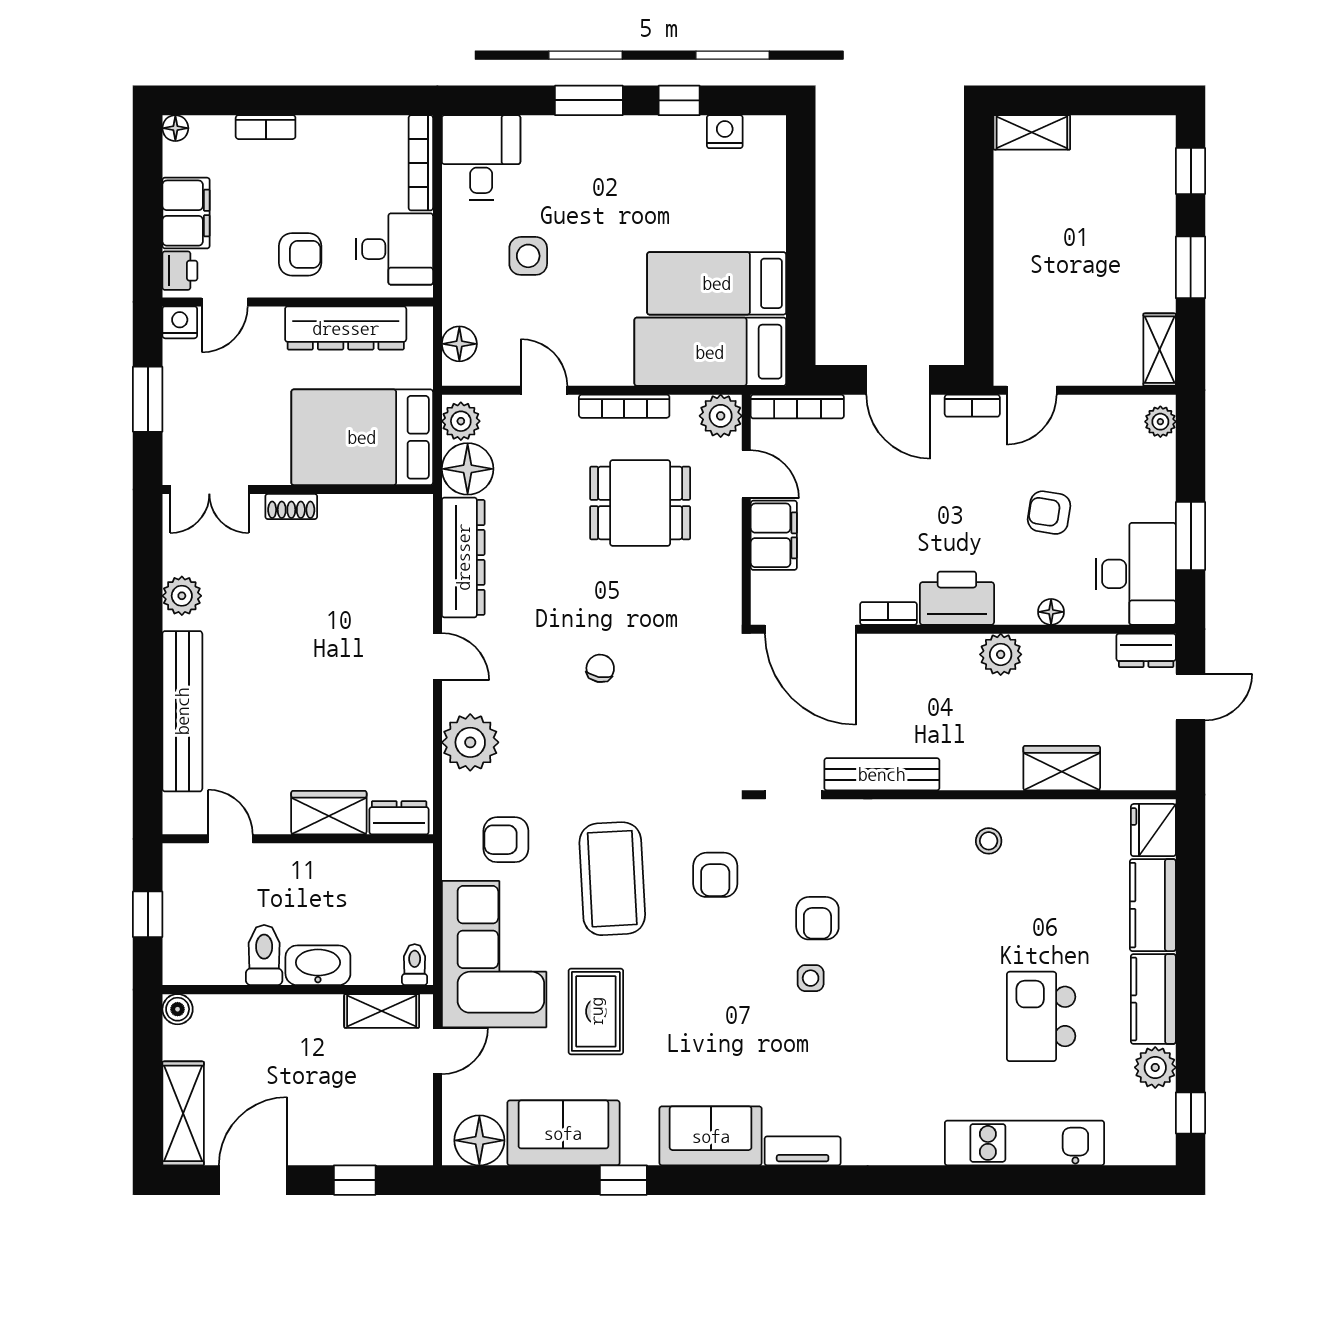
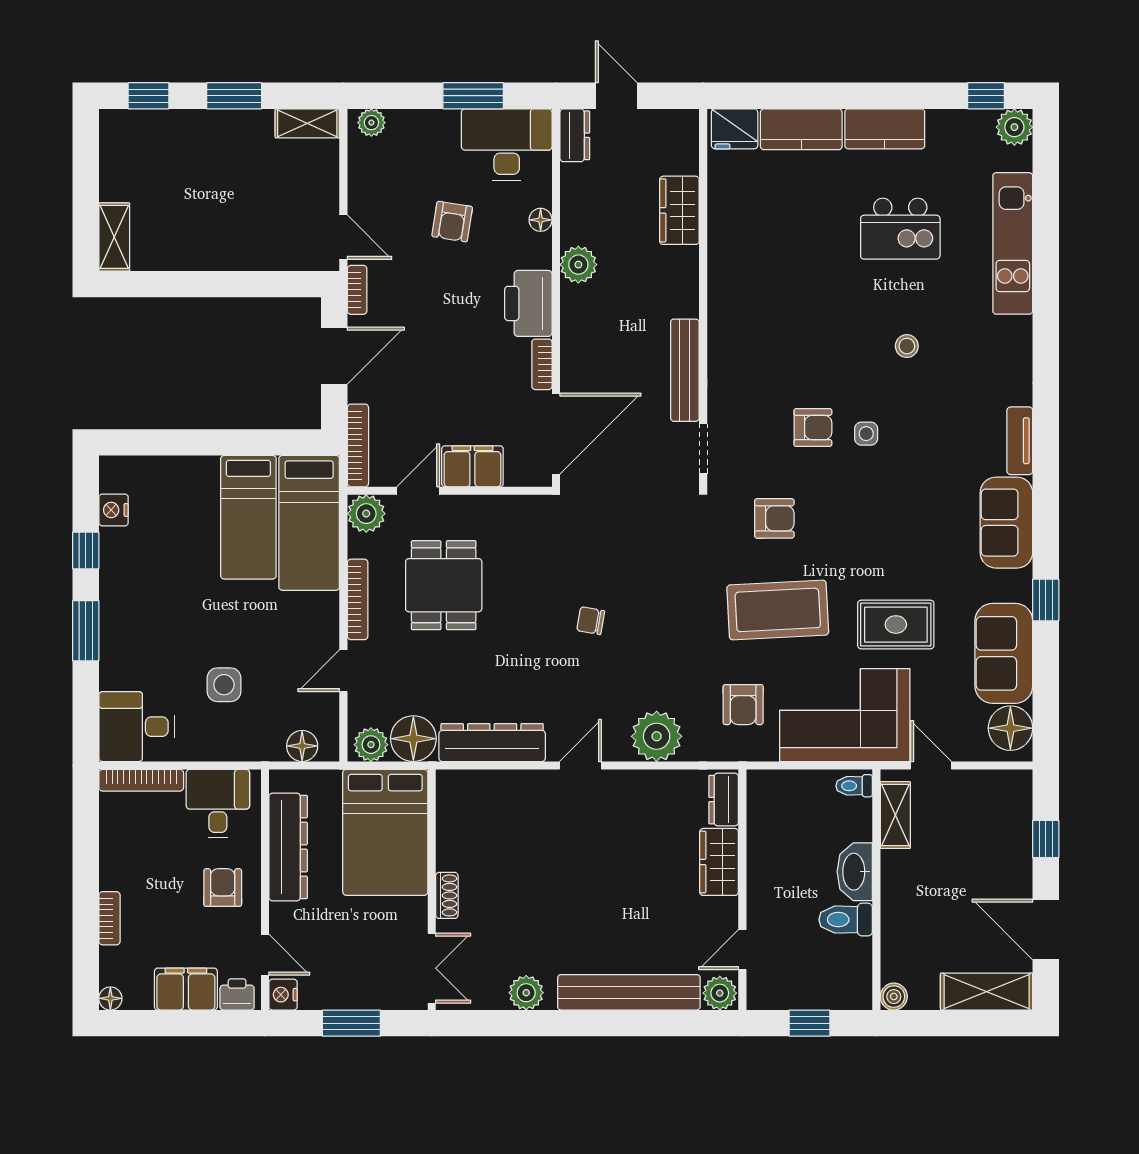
plant: (181, 813) -> (720, 993), added
stool: (989, 841) -> (907, 346), moved
plant: (1155, 1067) -> (1014, 127), moved

